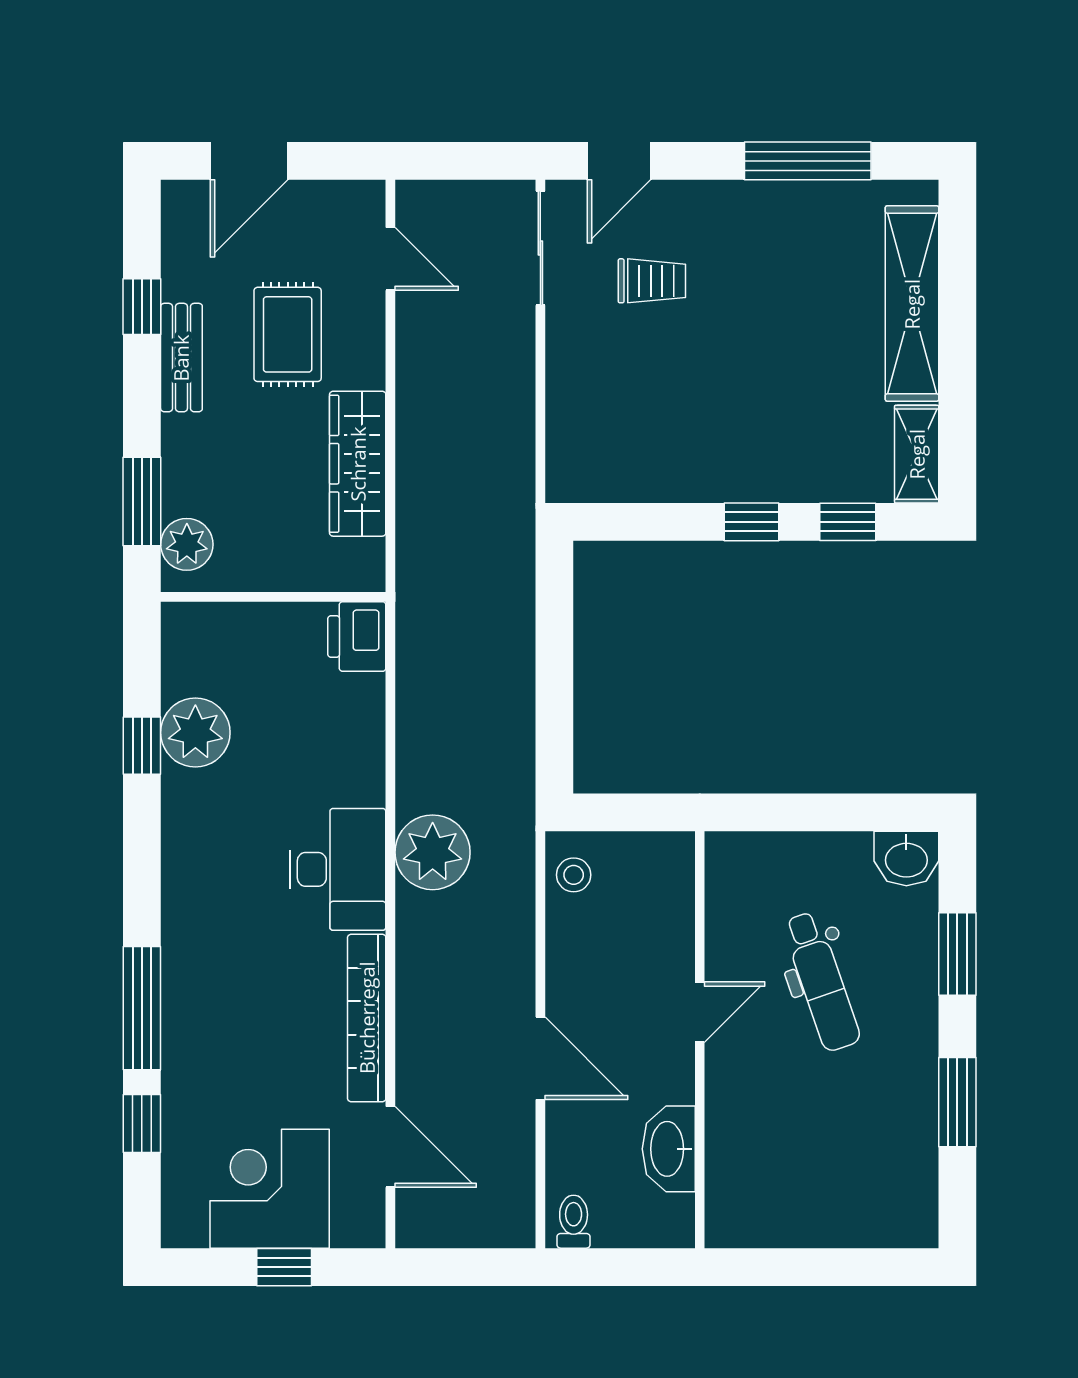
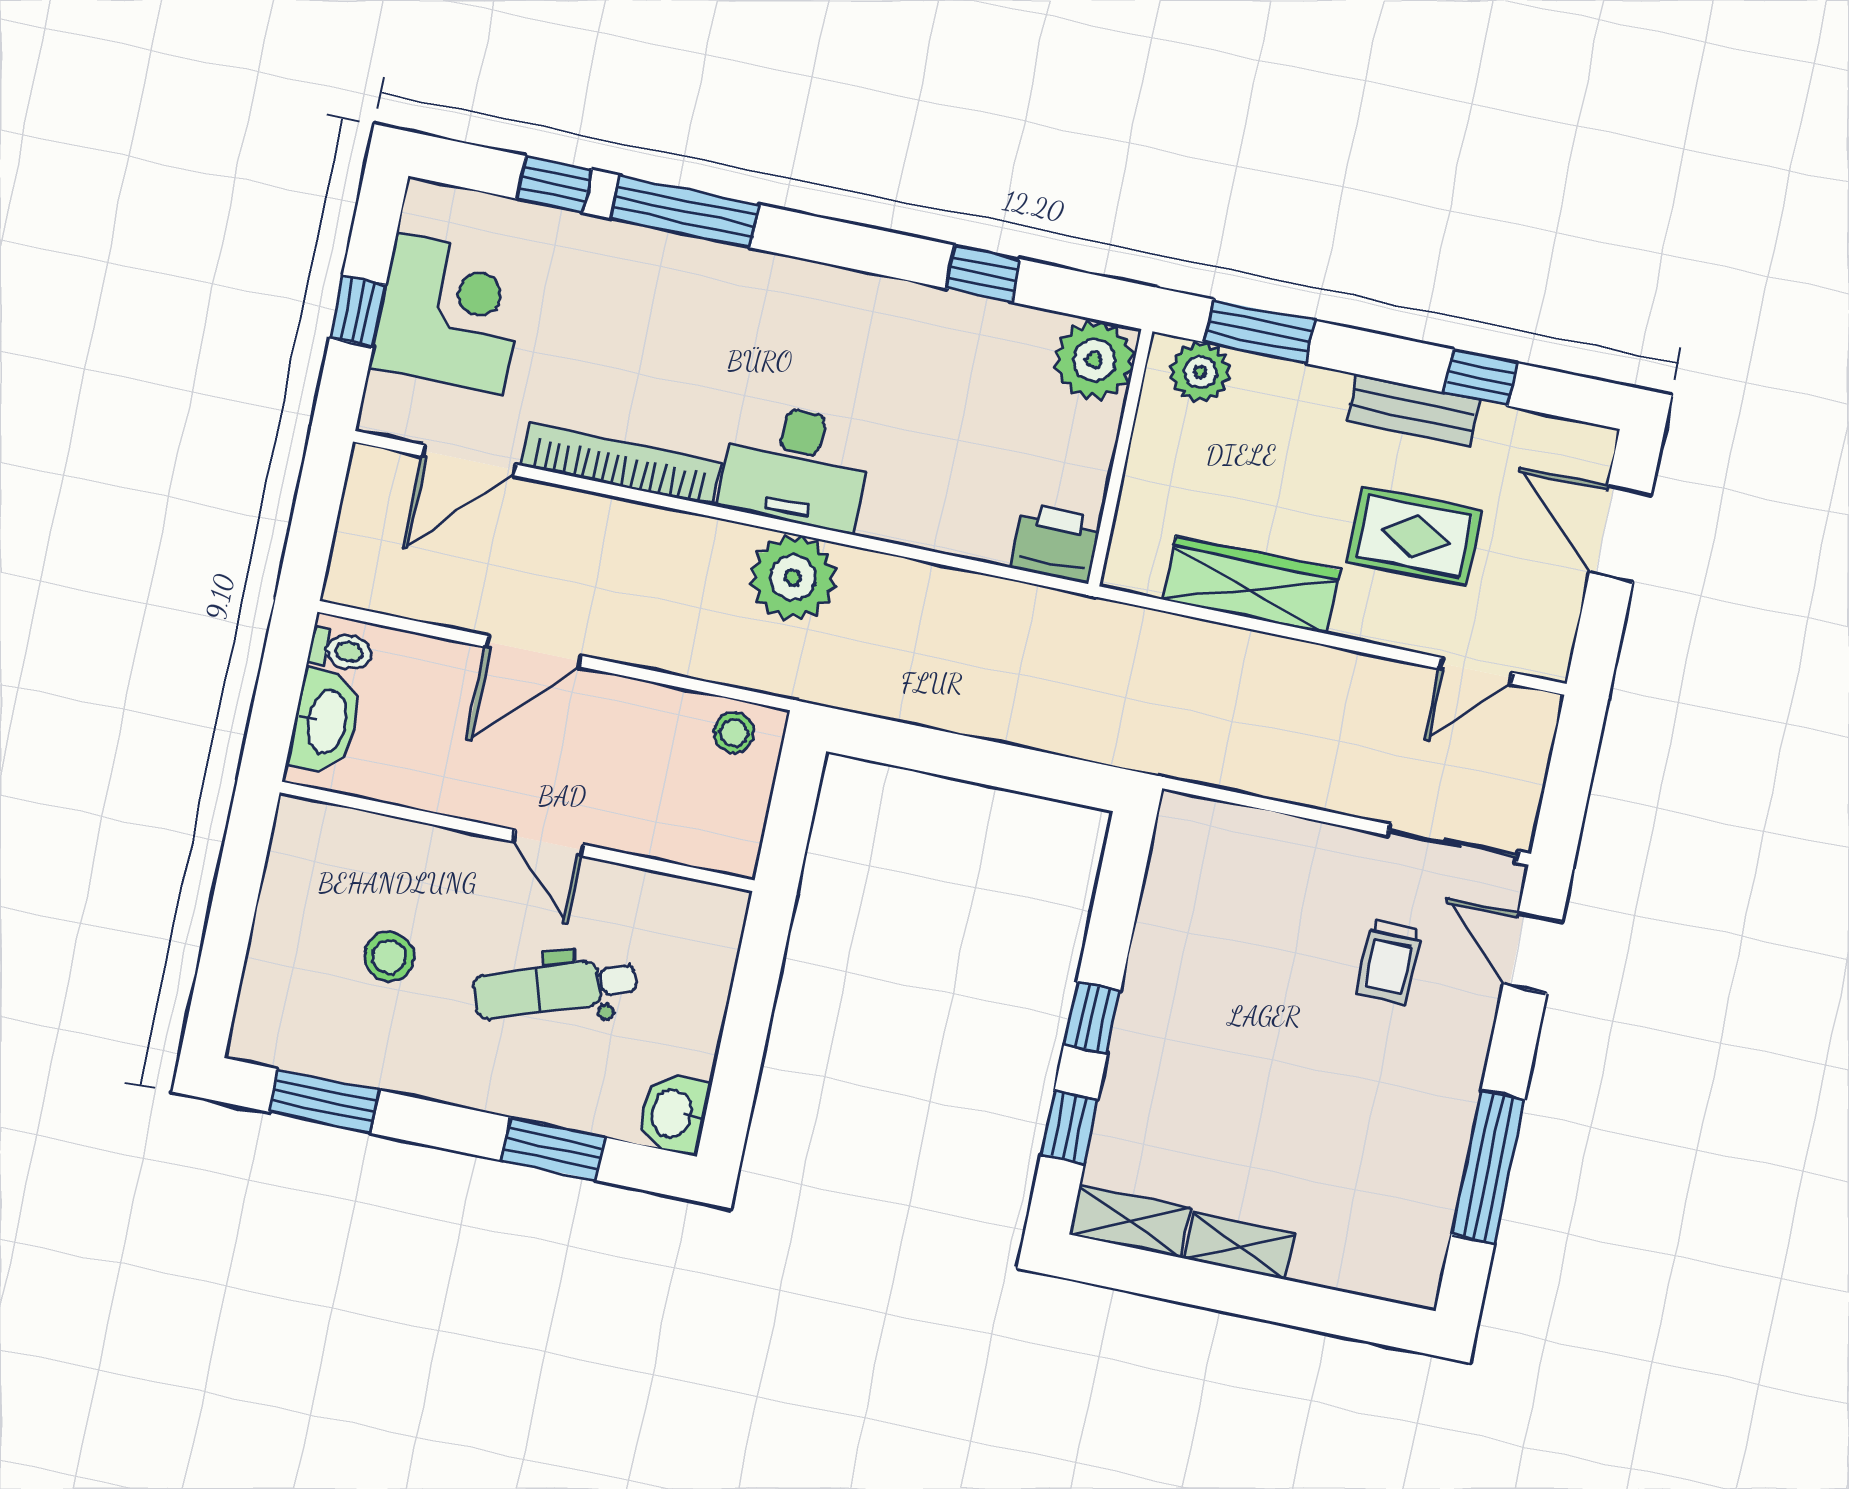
shelving: (912, 304) -> (1239, 1246), width x0.45, depth x0.75
plant: (195, 733) -> (1094, 360), moved
window: (957, 1102) -> (324, 1101), moved
stool: (824, 1127) -> (389, 957), added
washbasin: (669, 1149) -> (325, 722), moved, turned 90

